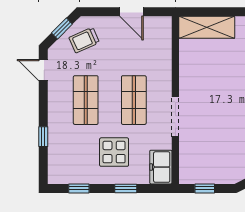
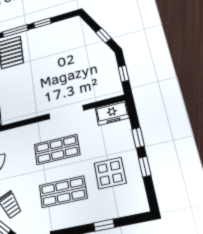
display table: (114, 152) -> (110, 173), moved
window: (79, 188) -> (145, 167), moved

